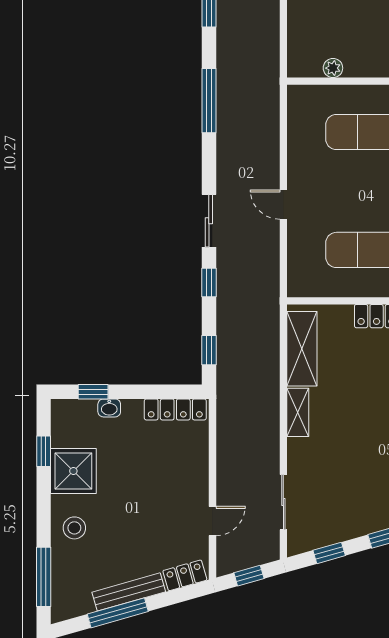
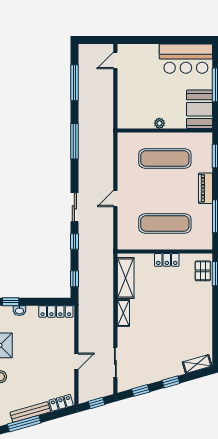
plant: (333, 68) -> (159, 123), moved
door: (283, 205) -> (115, 199), hinge flipped
door: (212, 521) -> (76, 361), moved

